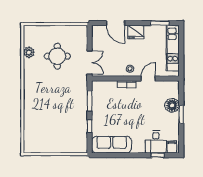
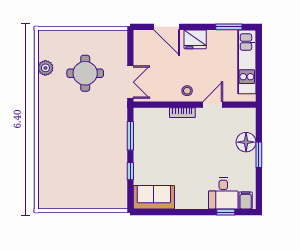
sofa: (112, 145) -> (154, 197), width x0.73

